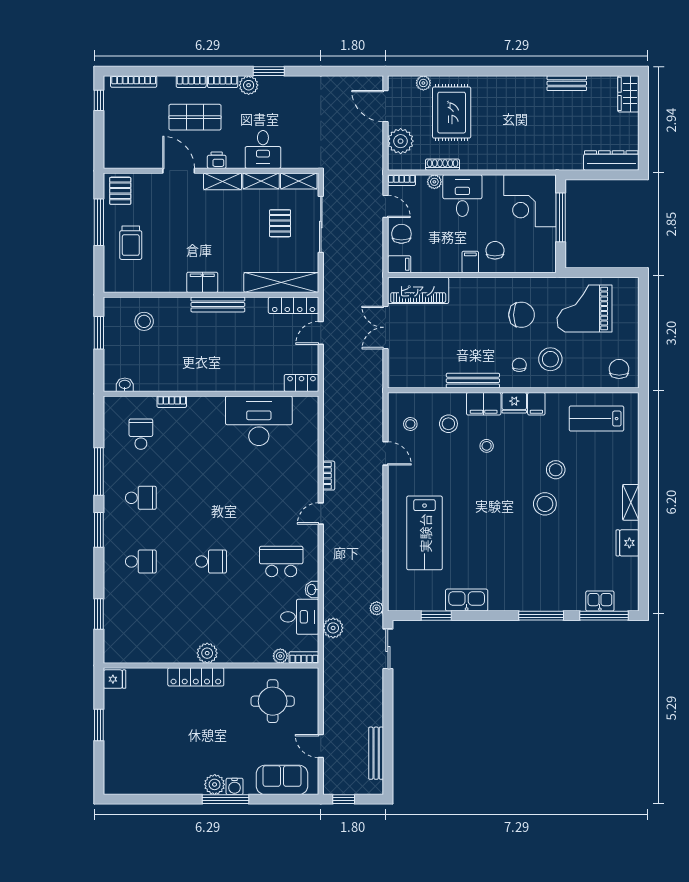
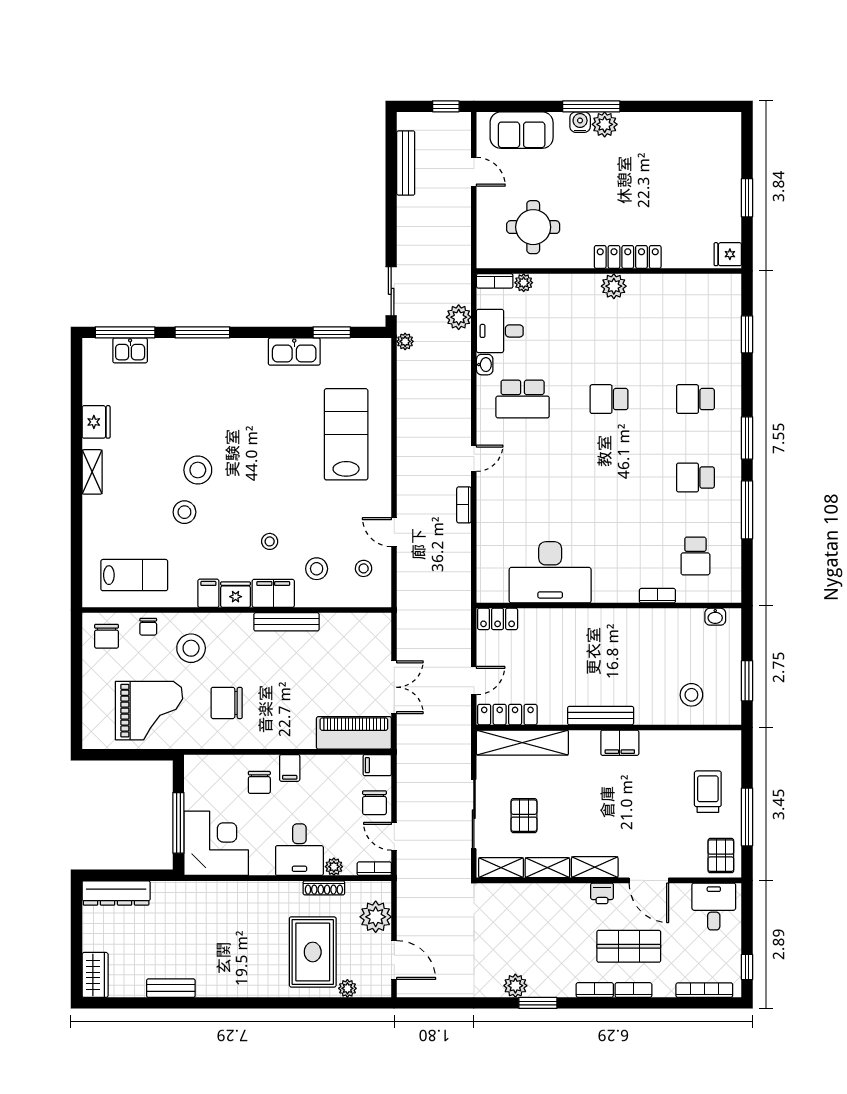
plant: (249, 85) -> (515, 986), moved
desk: (263, 149) -> (714, 907), moved
chair: (519, 365) -> (148, 627), moved

